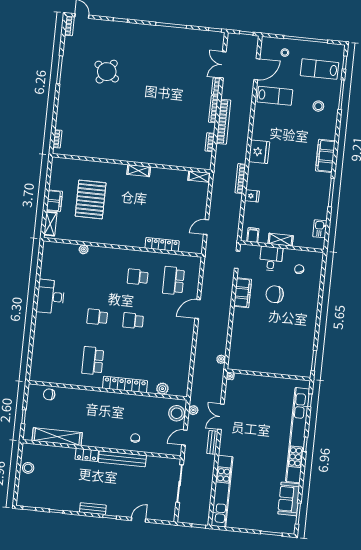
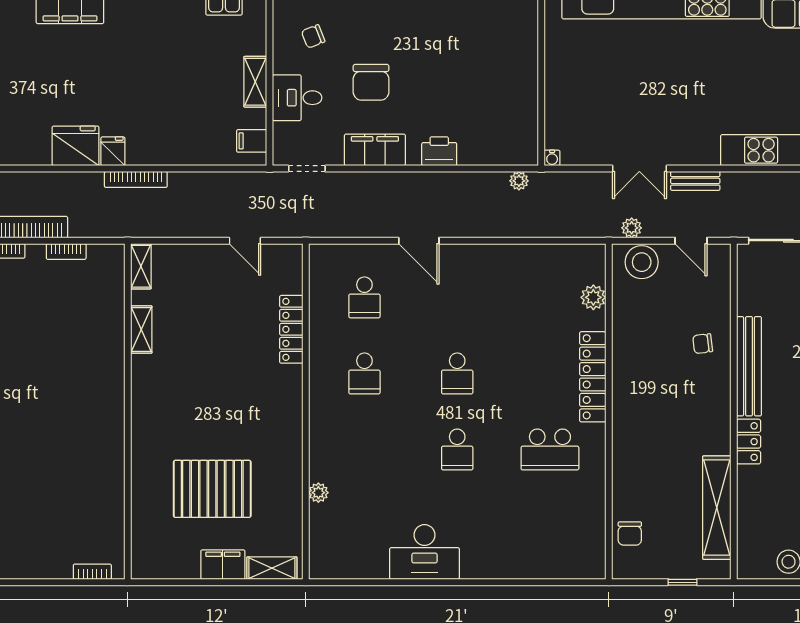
shelving: (139, 171) -> (141, 329), moved
fridge: (252, 196) -> (113, 151), moved
school desk: (174, 281) -> (364, 297), width x0.54
printer: (239, 323) -> (439, 151), added

